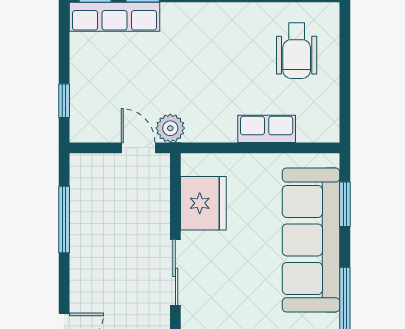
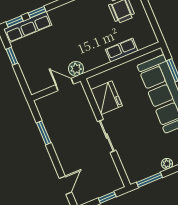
window: (64, 101) -> (12, 56), moved
window: (64, 219) -> (44, 133), width x0.69

